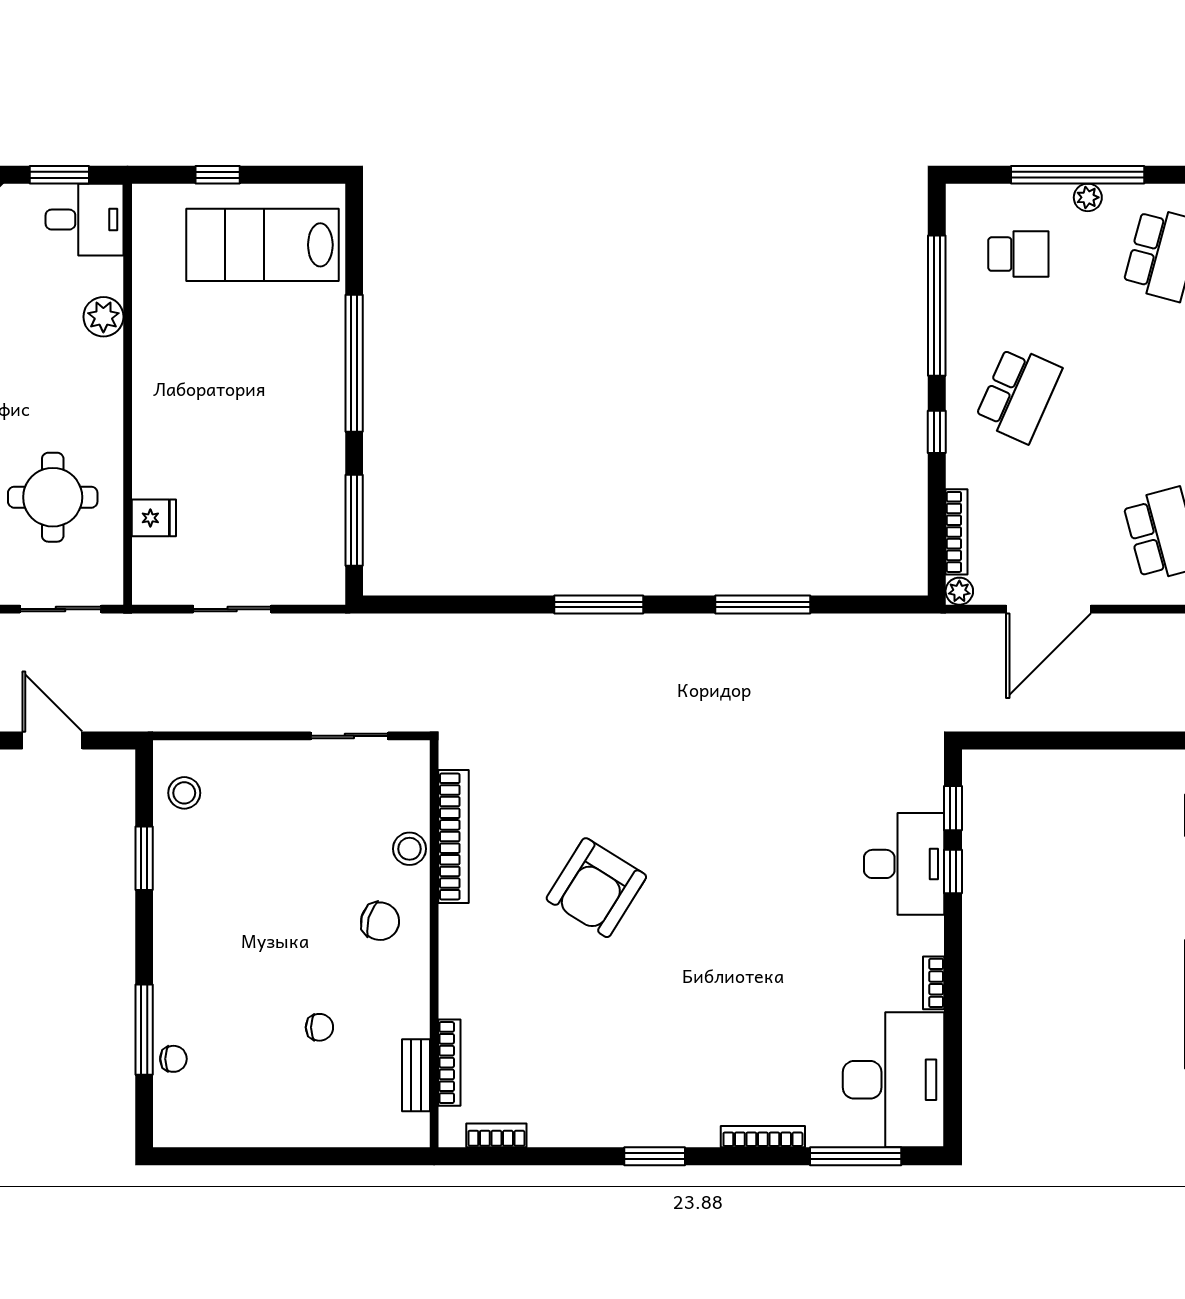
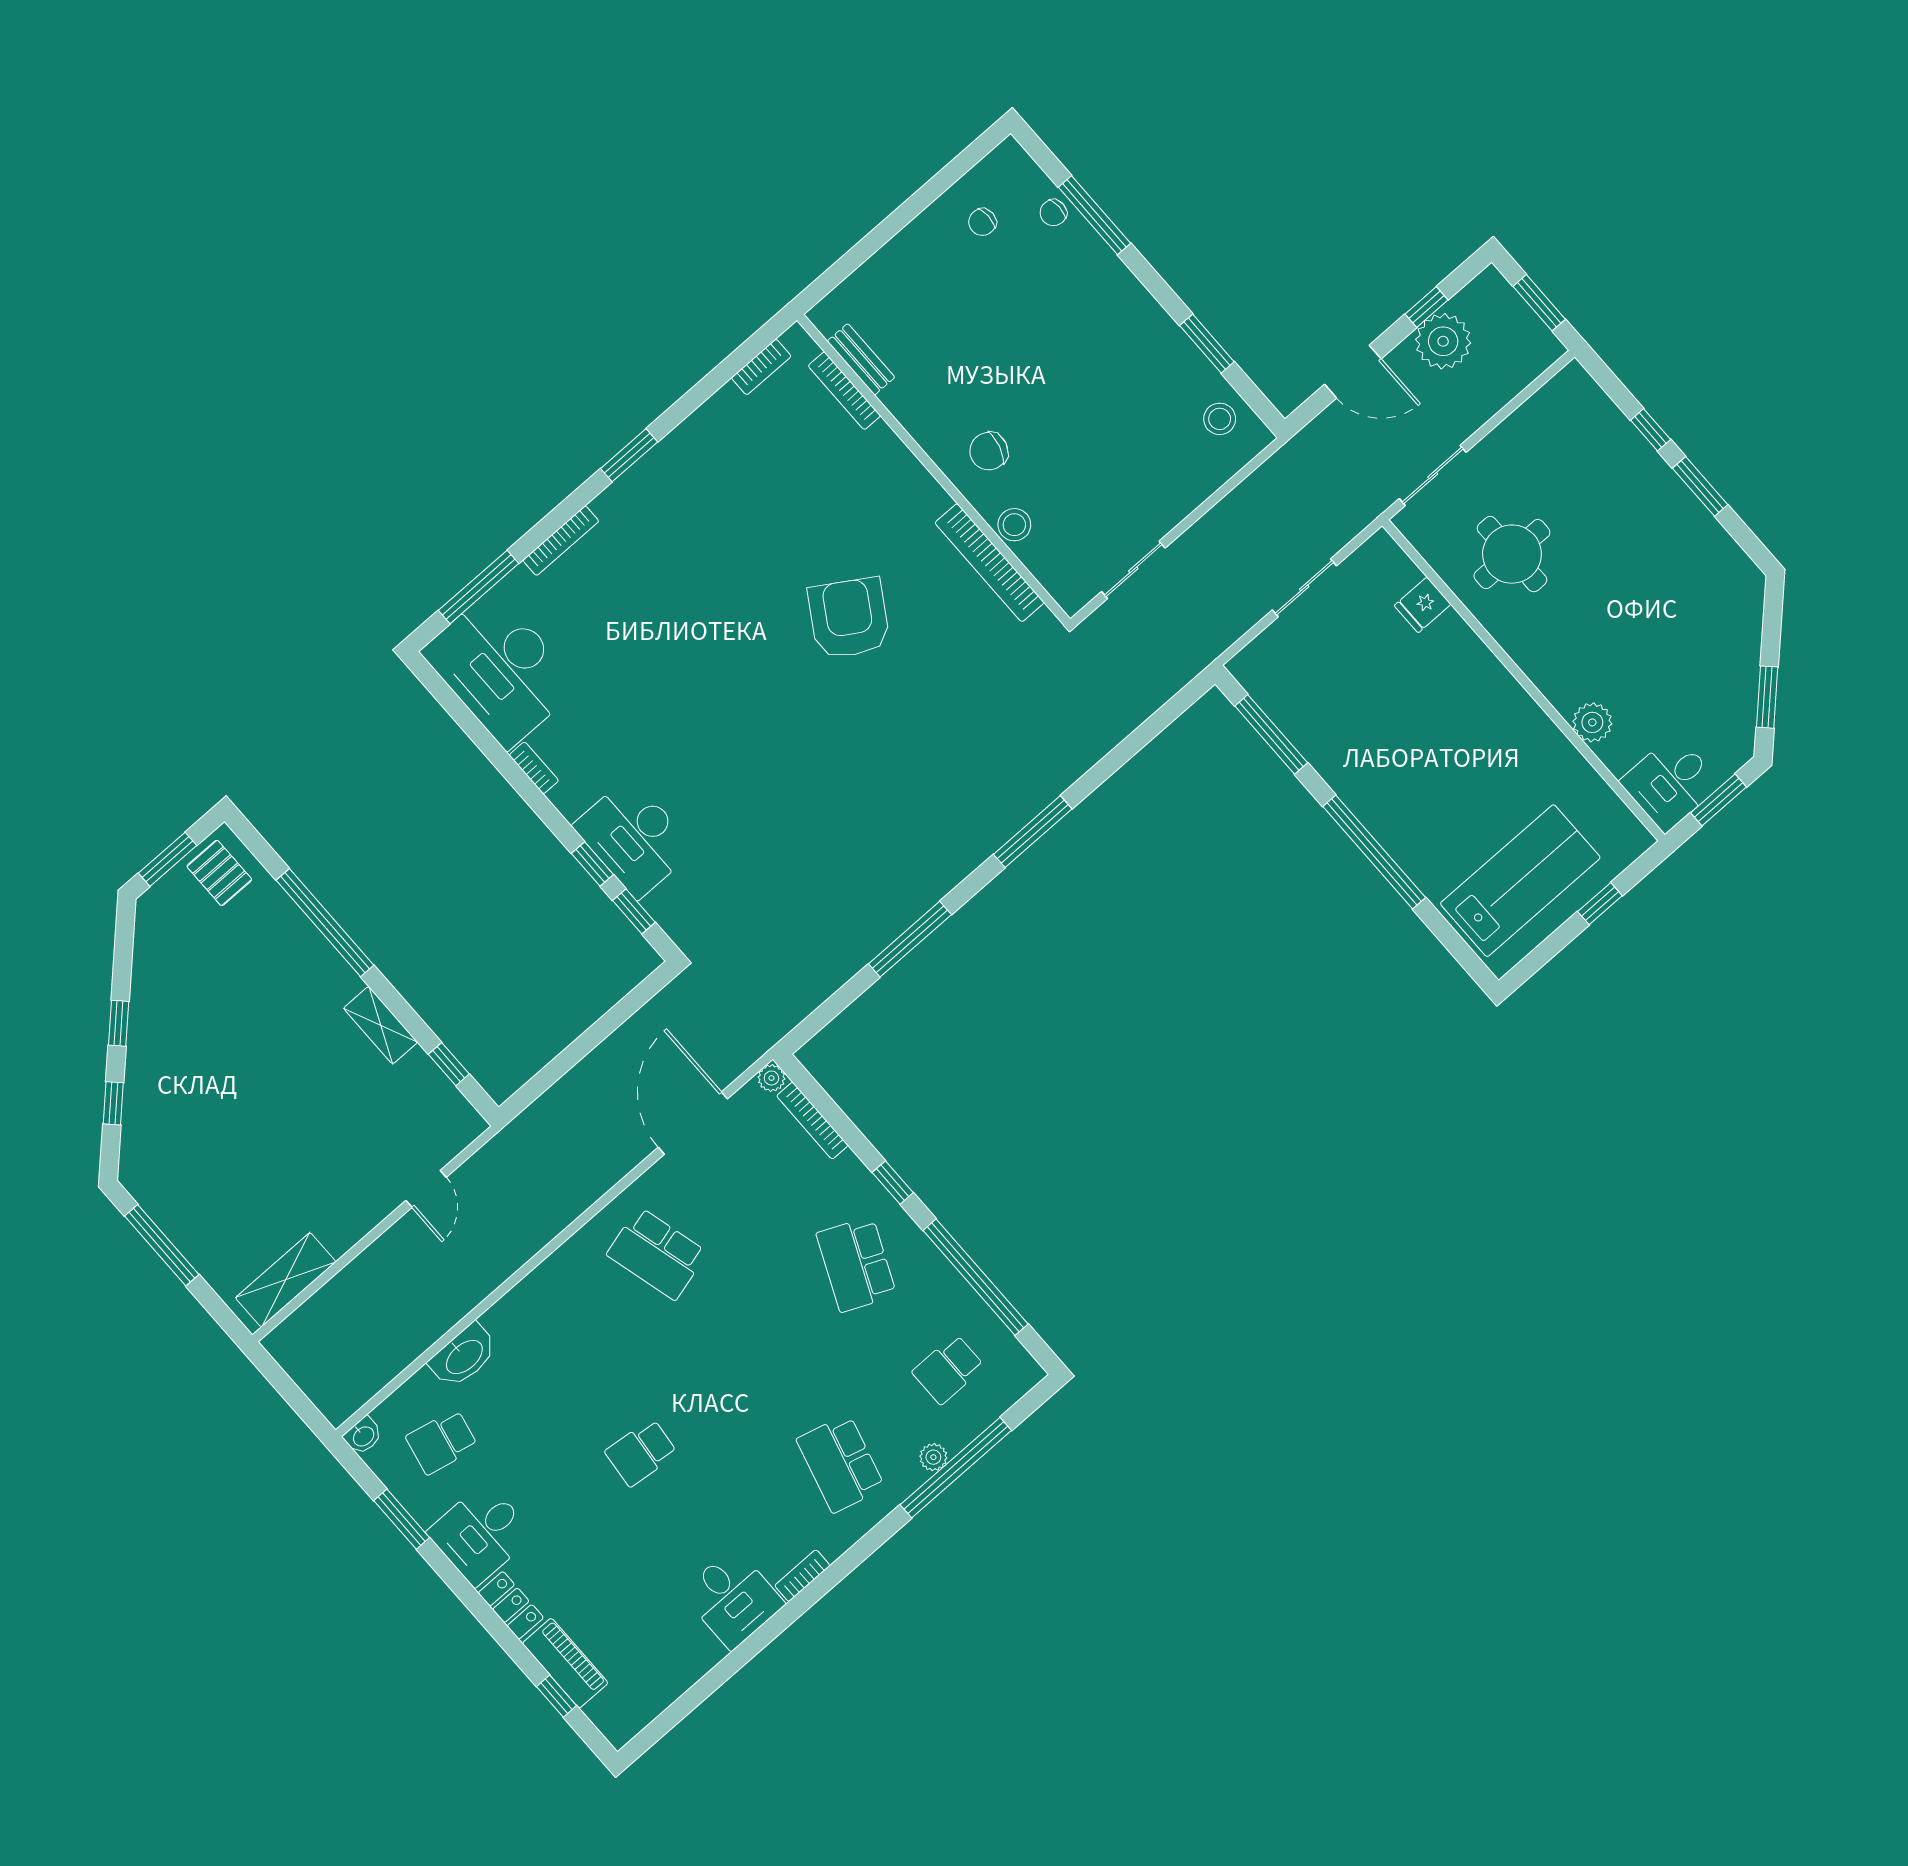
chair: (319, 1027) -> (982, 222), moved

